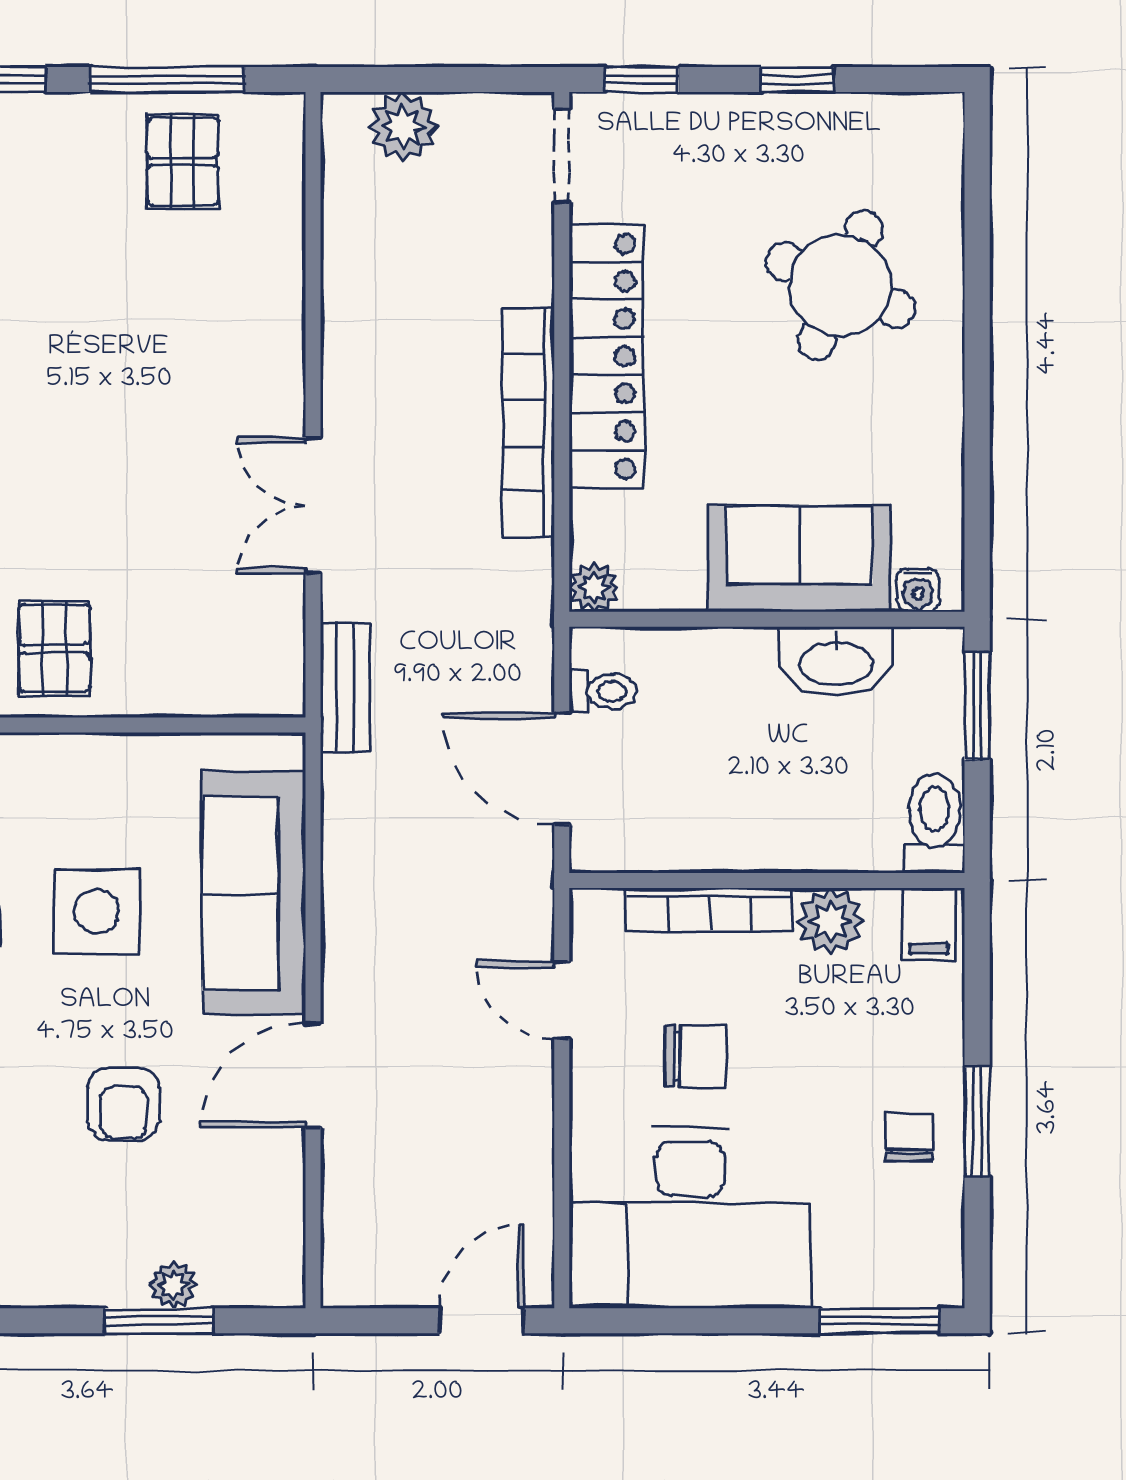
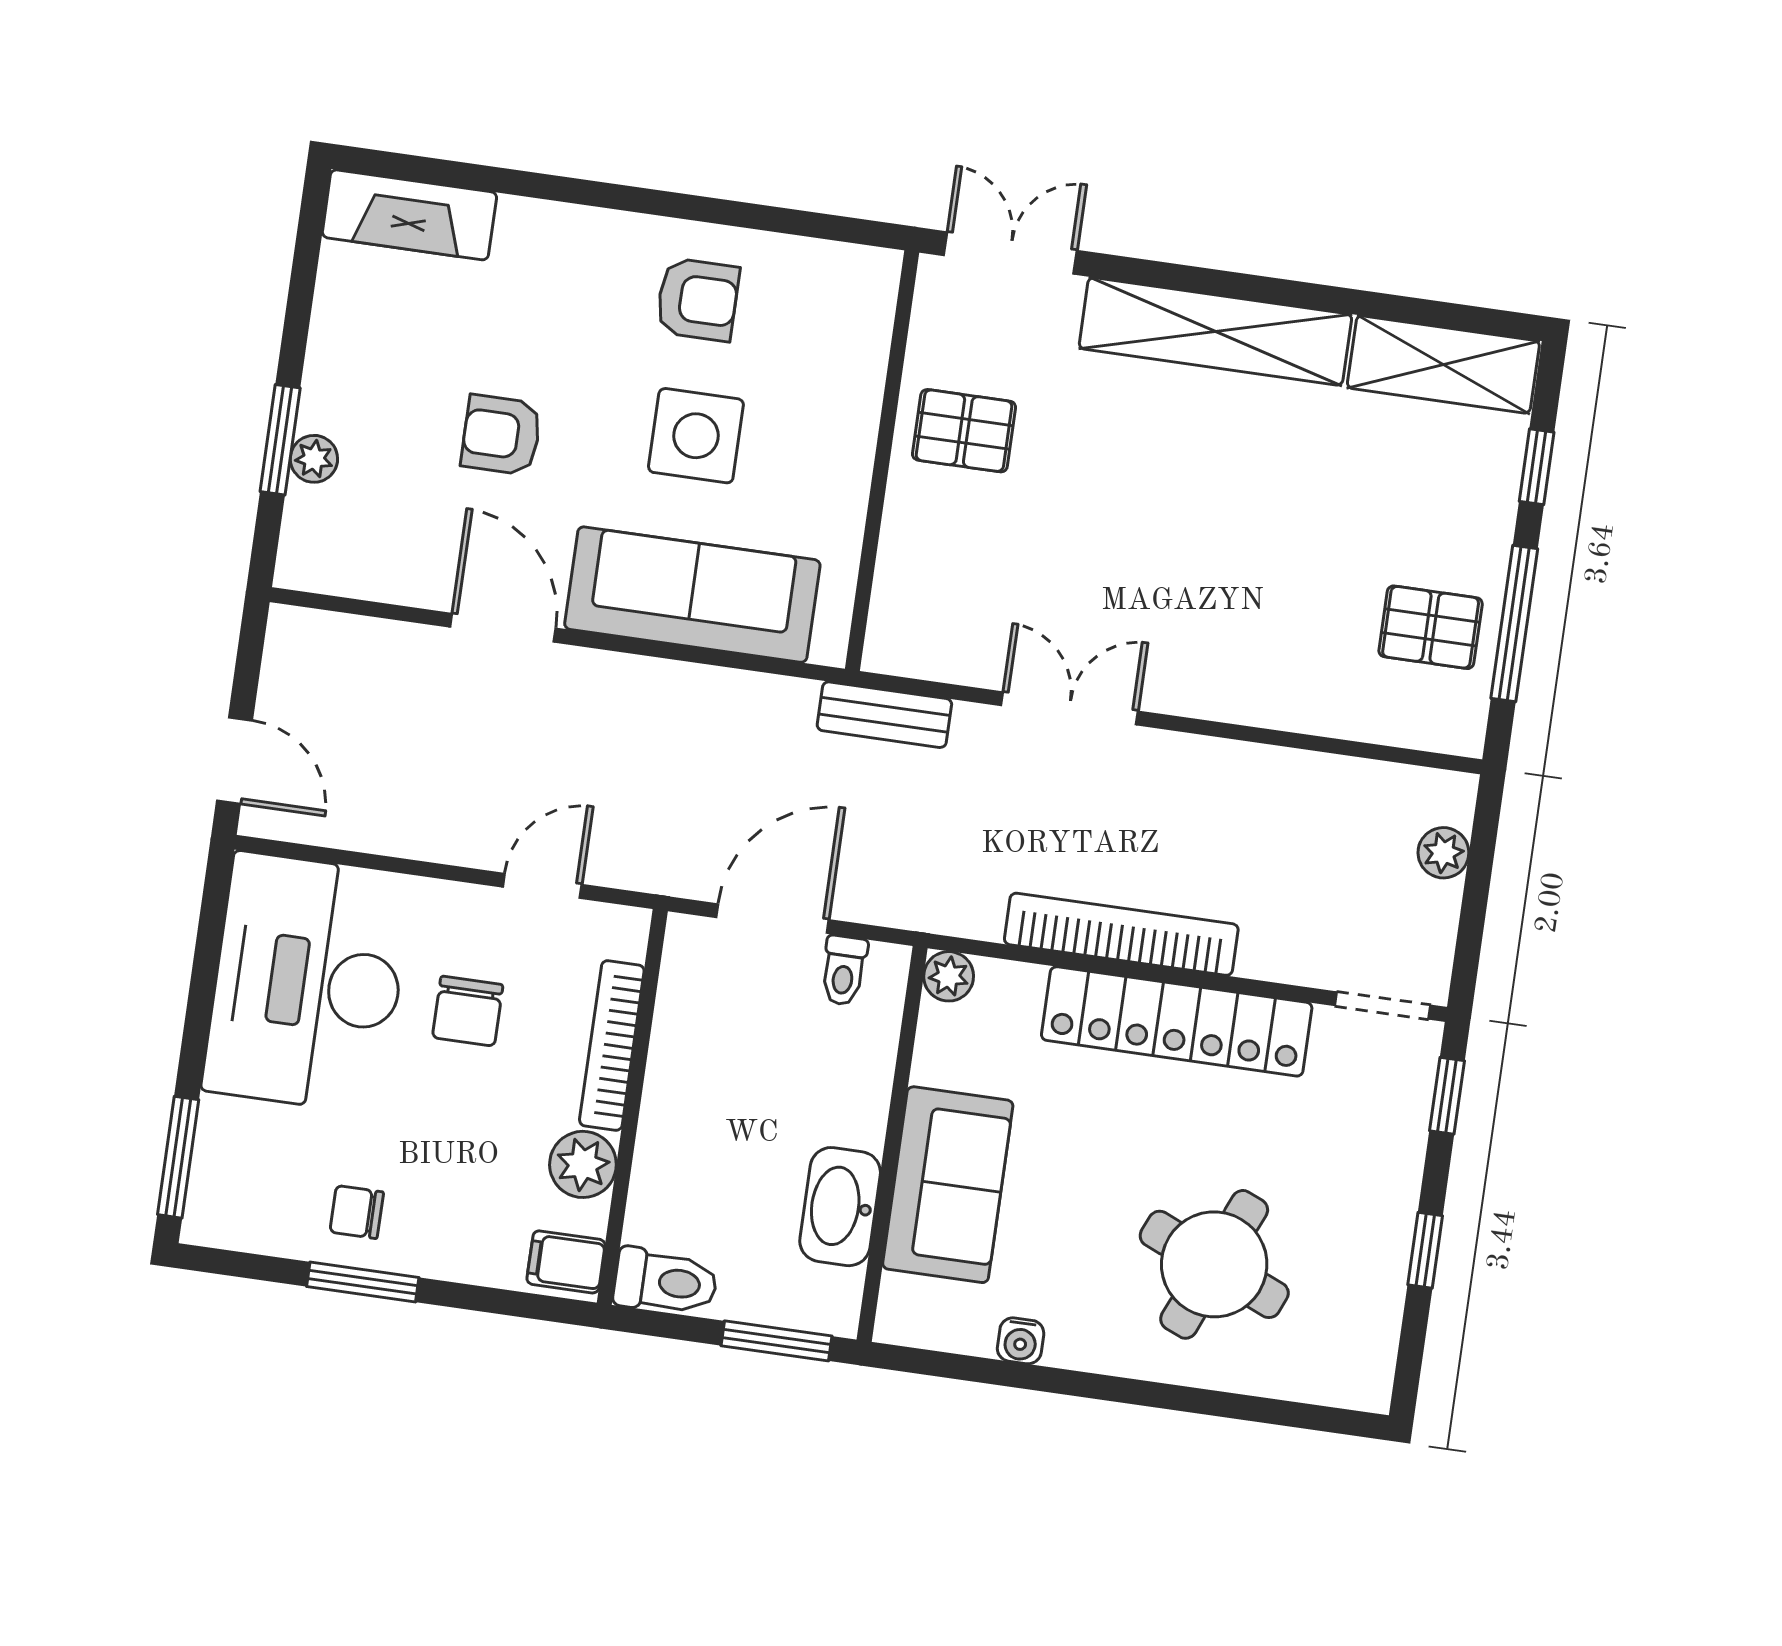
plant: (403, 127) -> (1443, 853), width x0.73, depth x0.73
water cooler: (918, 590) -> (1021, 1341), moved, turned -90
chair: (909, 1137) -> (357, 1212), turned 180

